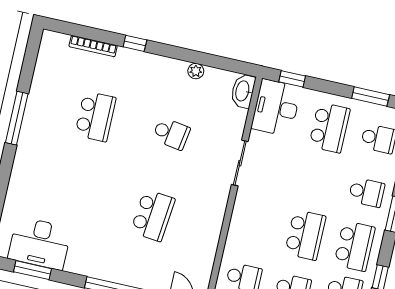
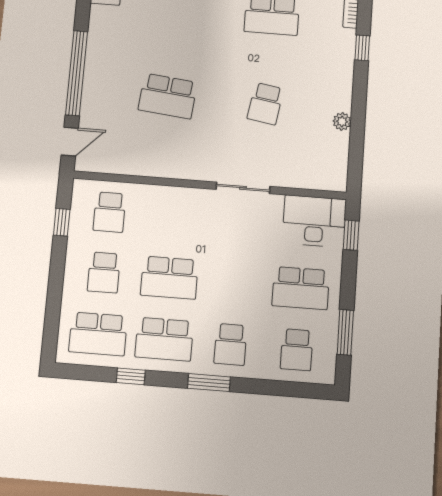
washbasin: (243, 91) -> (328, 179), removed

